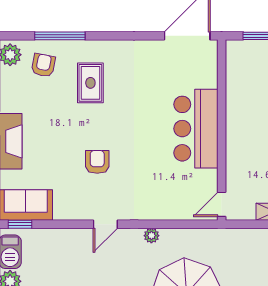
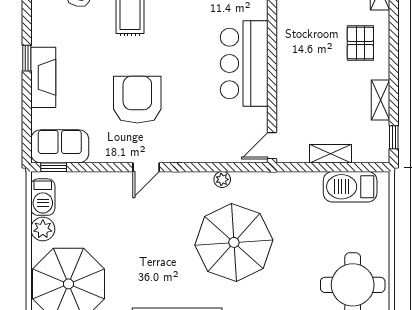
armchair: (97, 162) -> (137, 100), width x1.88, depth x1.88
plant: (151, 236) -> (222, 179), moved

